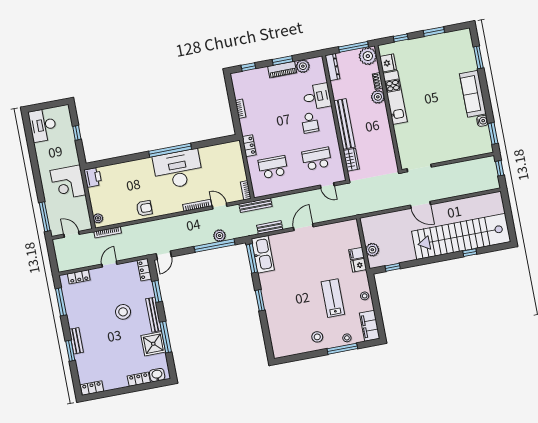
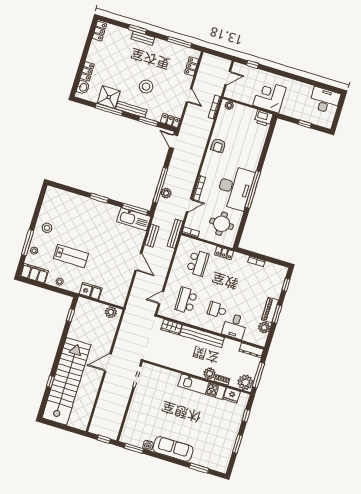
school desk: (317, 159) -> (186, 300), turned 180
round table: (221, 164) -> (222, 224), added
window: (45, 217) -> (252, 64), width x0.46
plant: (372, 250) -> (111, 312), moved

